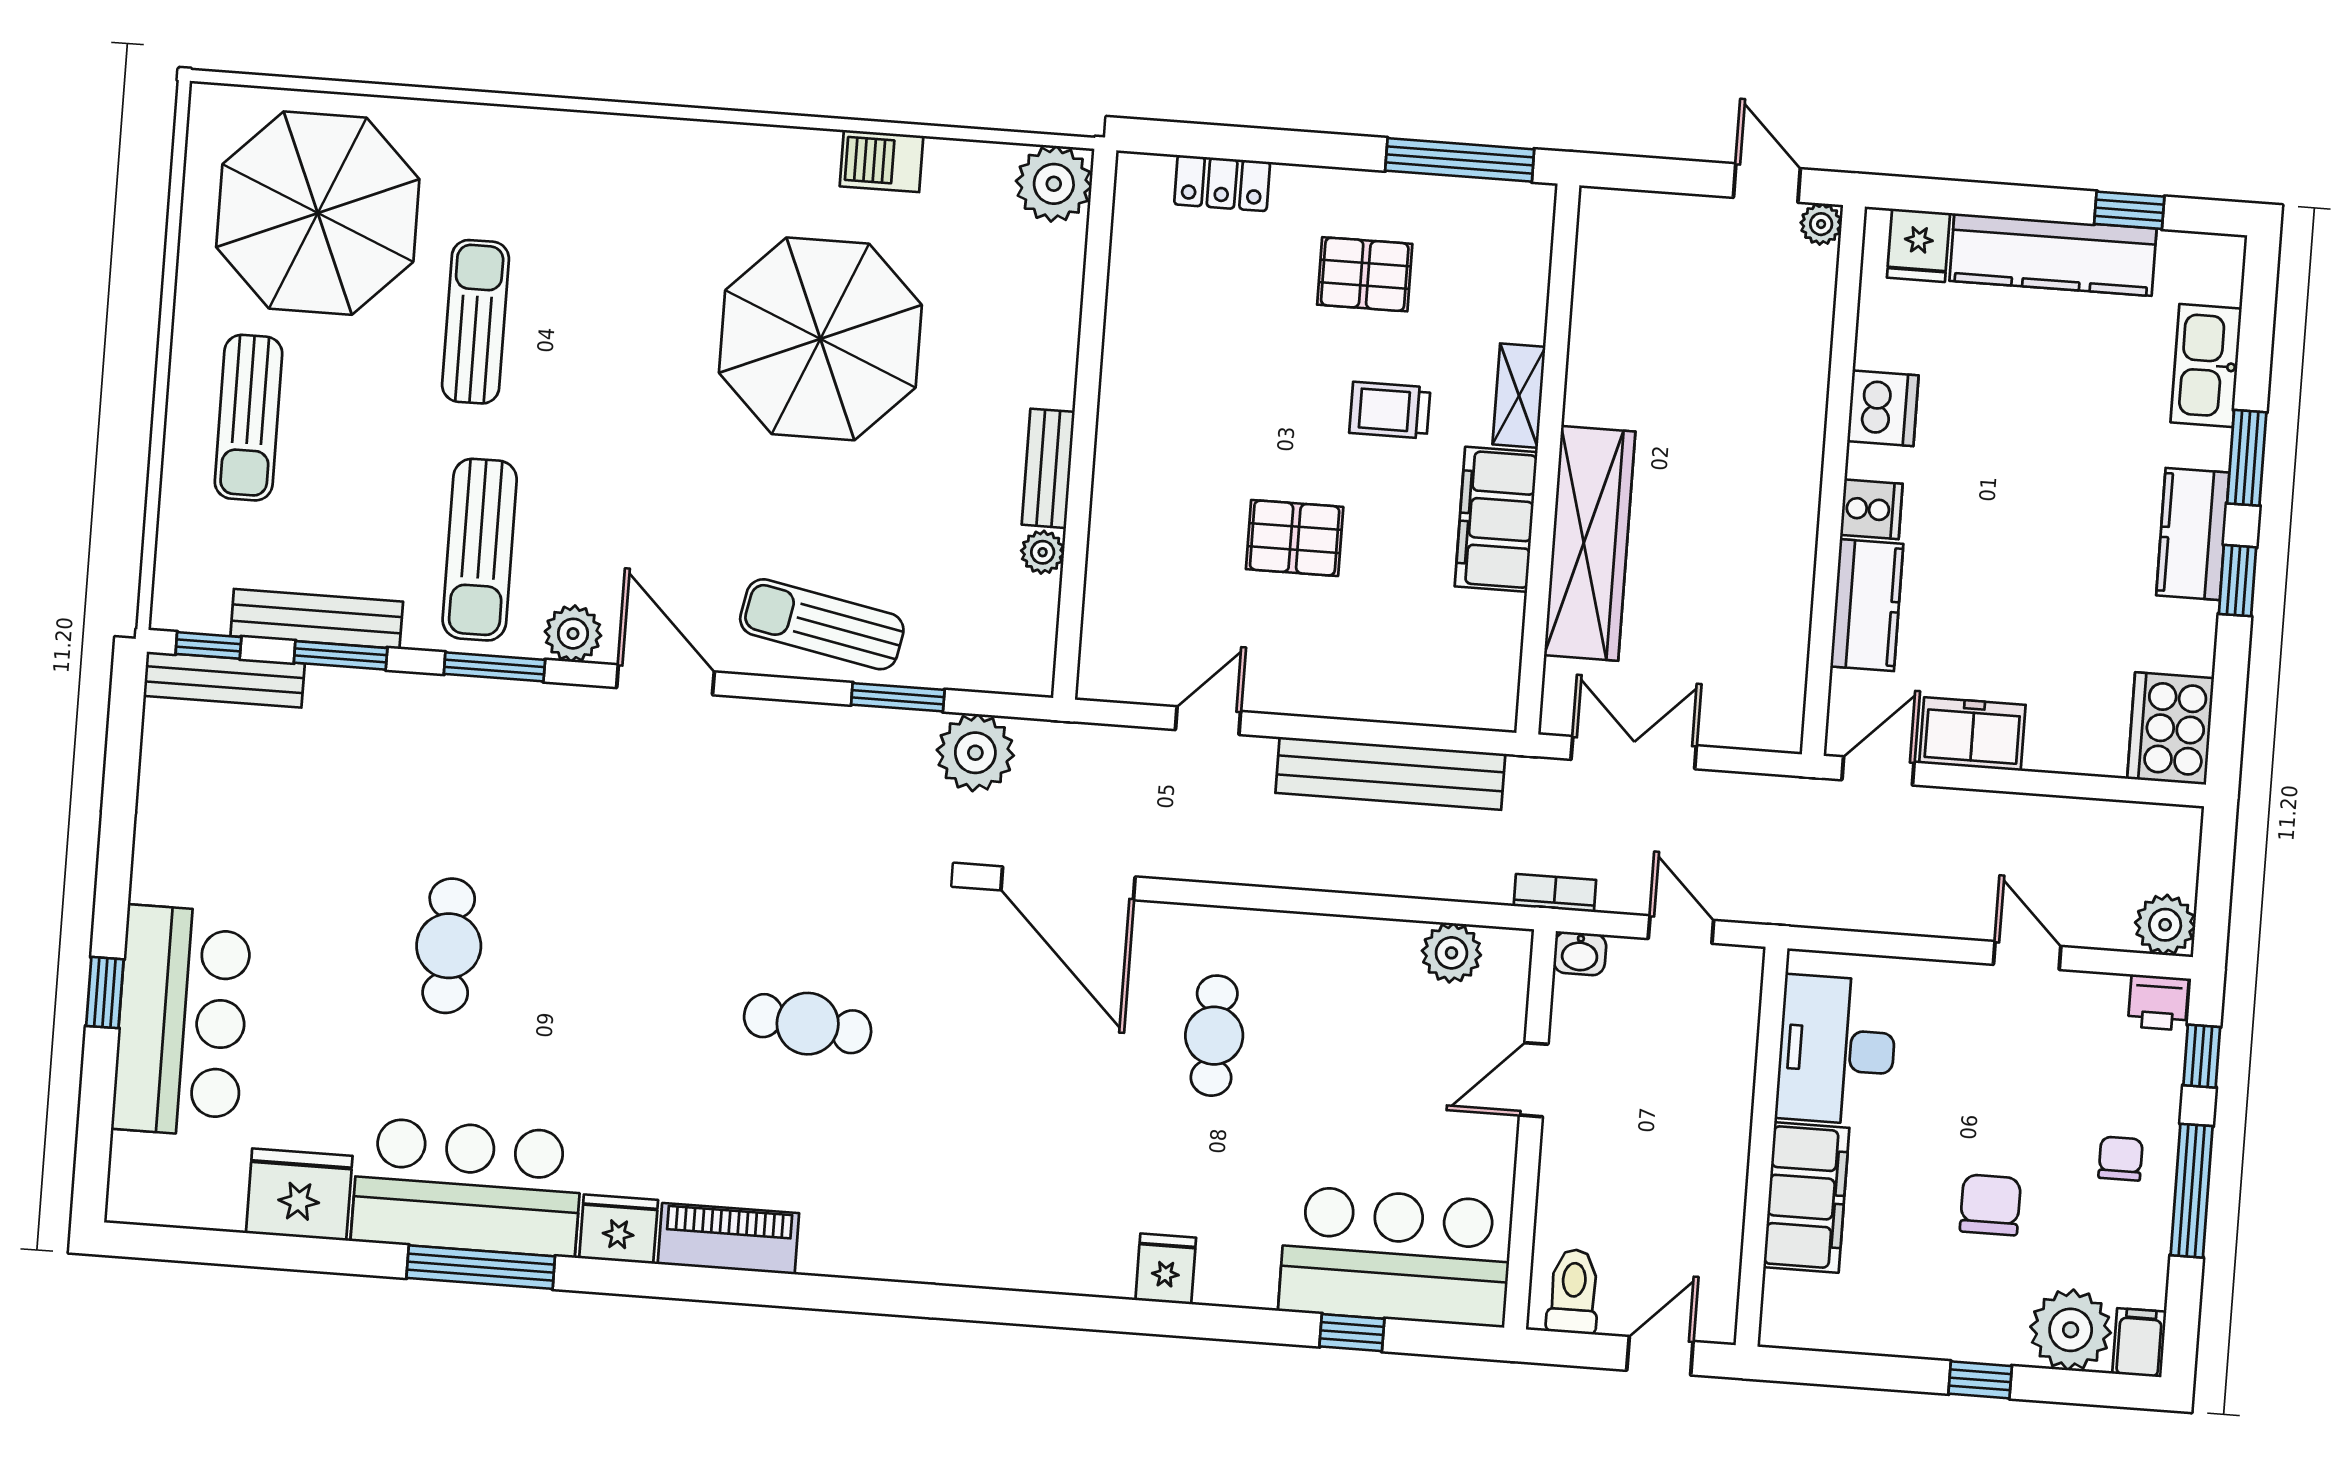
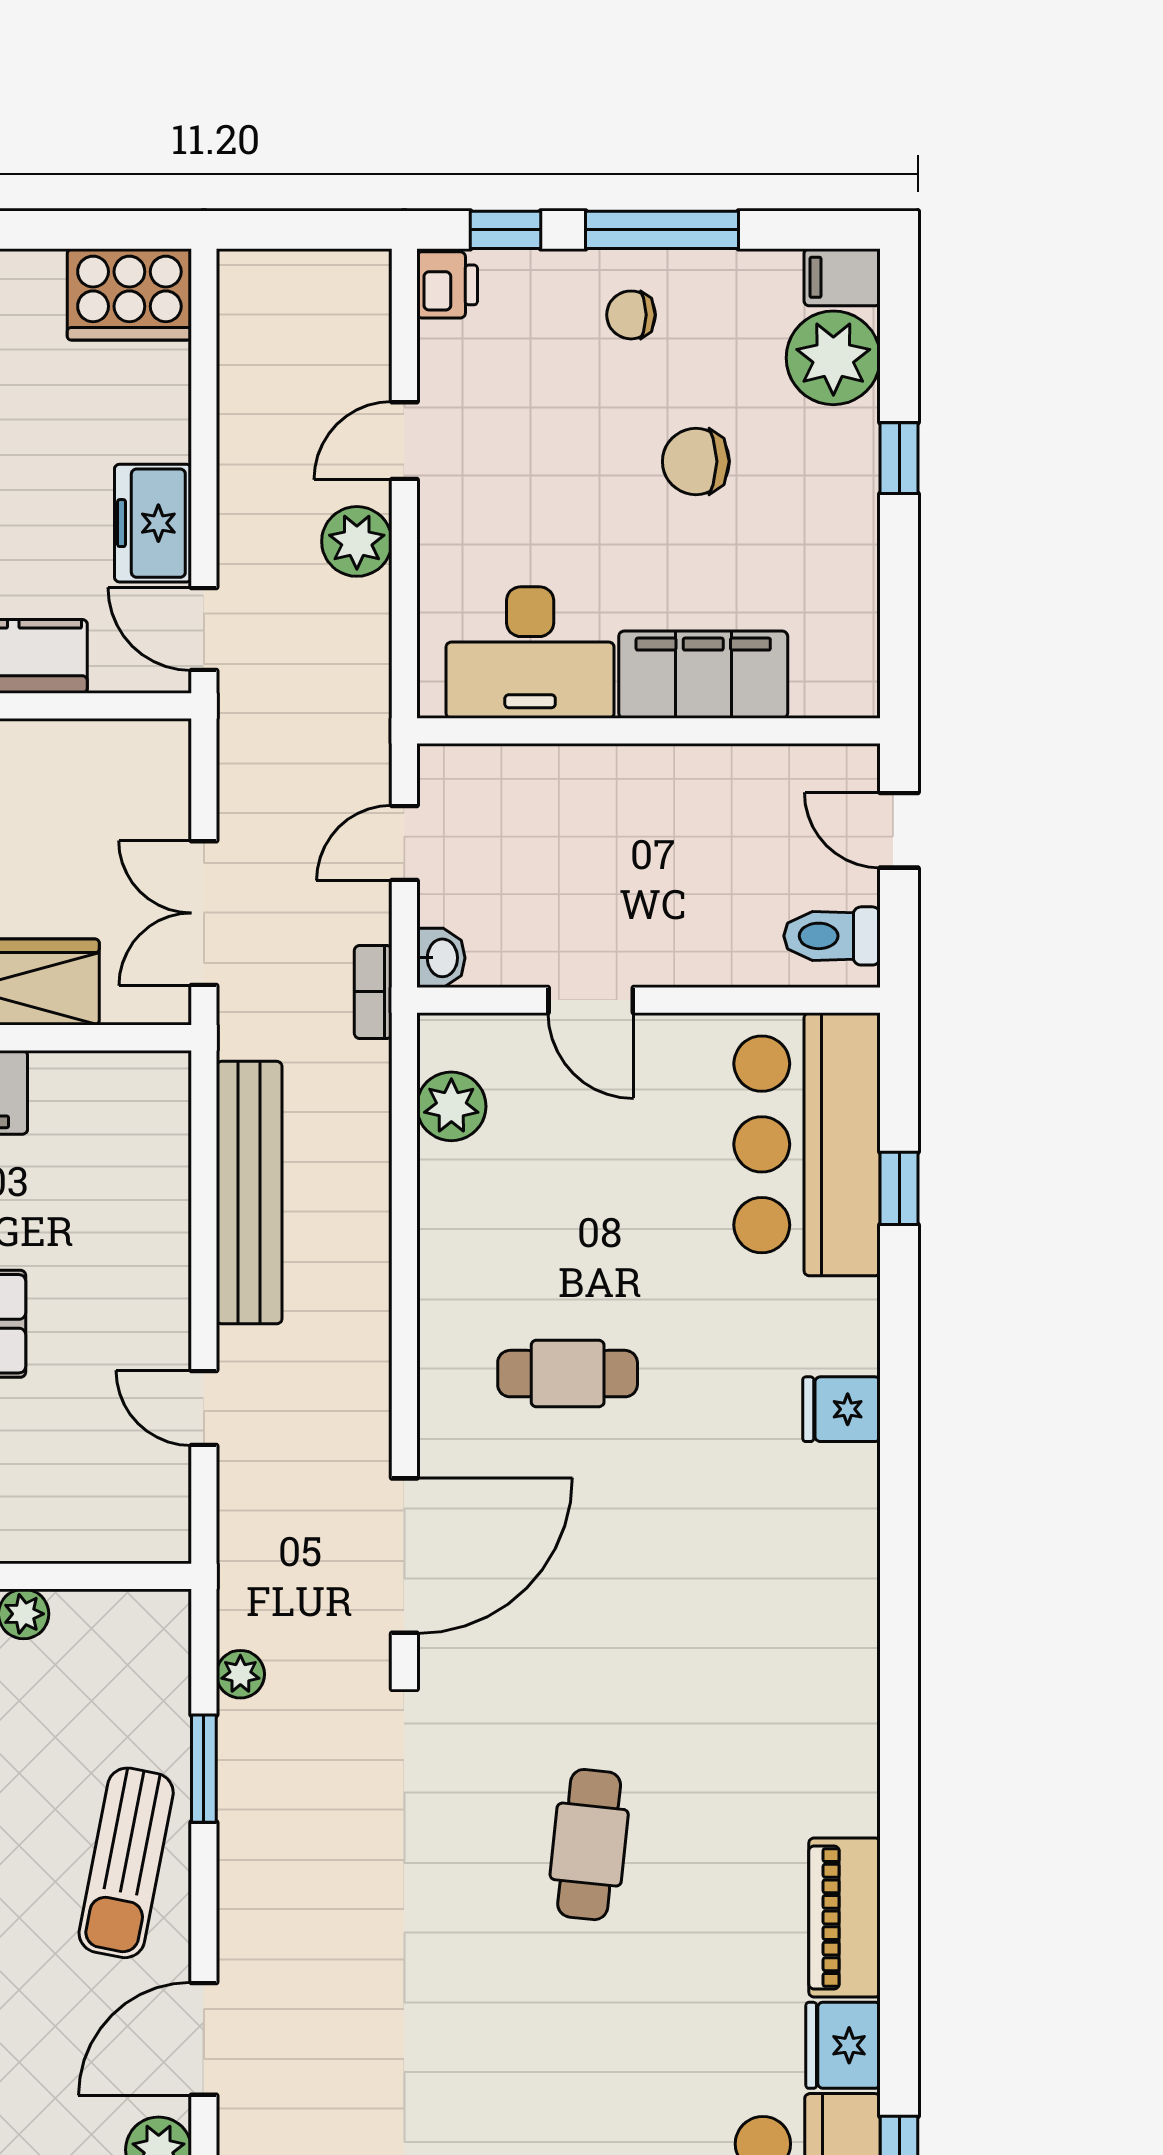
plant: (975, 753) -> (240, 1674), width x0.53, depth x0.53
plant: (2165, 925) -> (357, 541), moved

